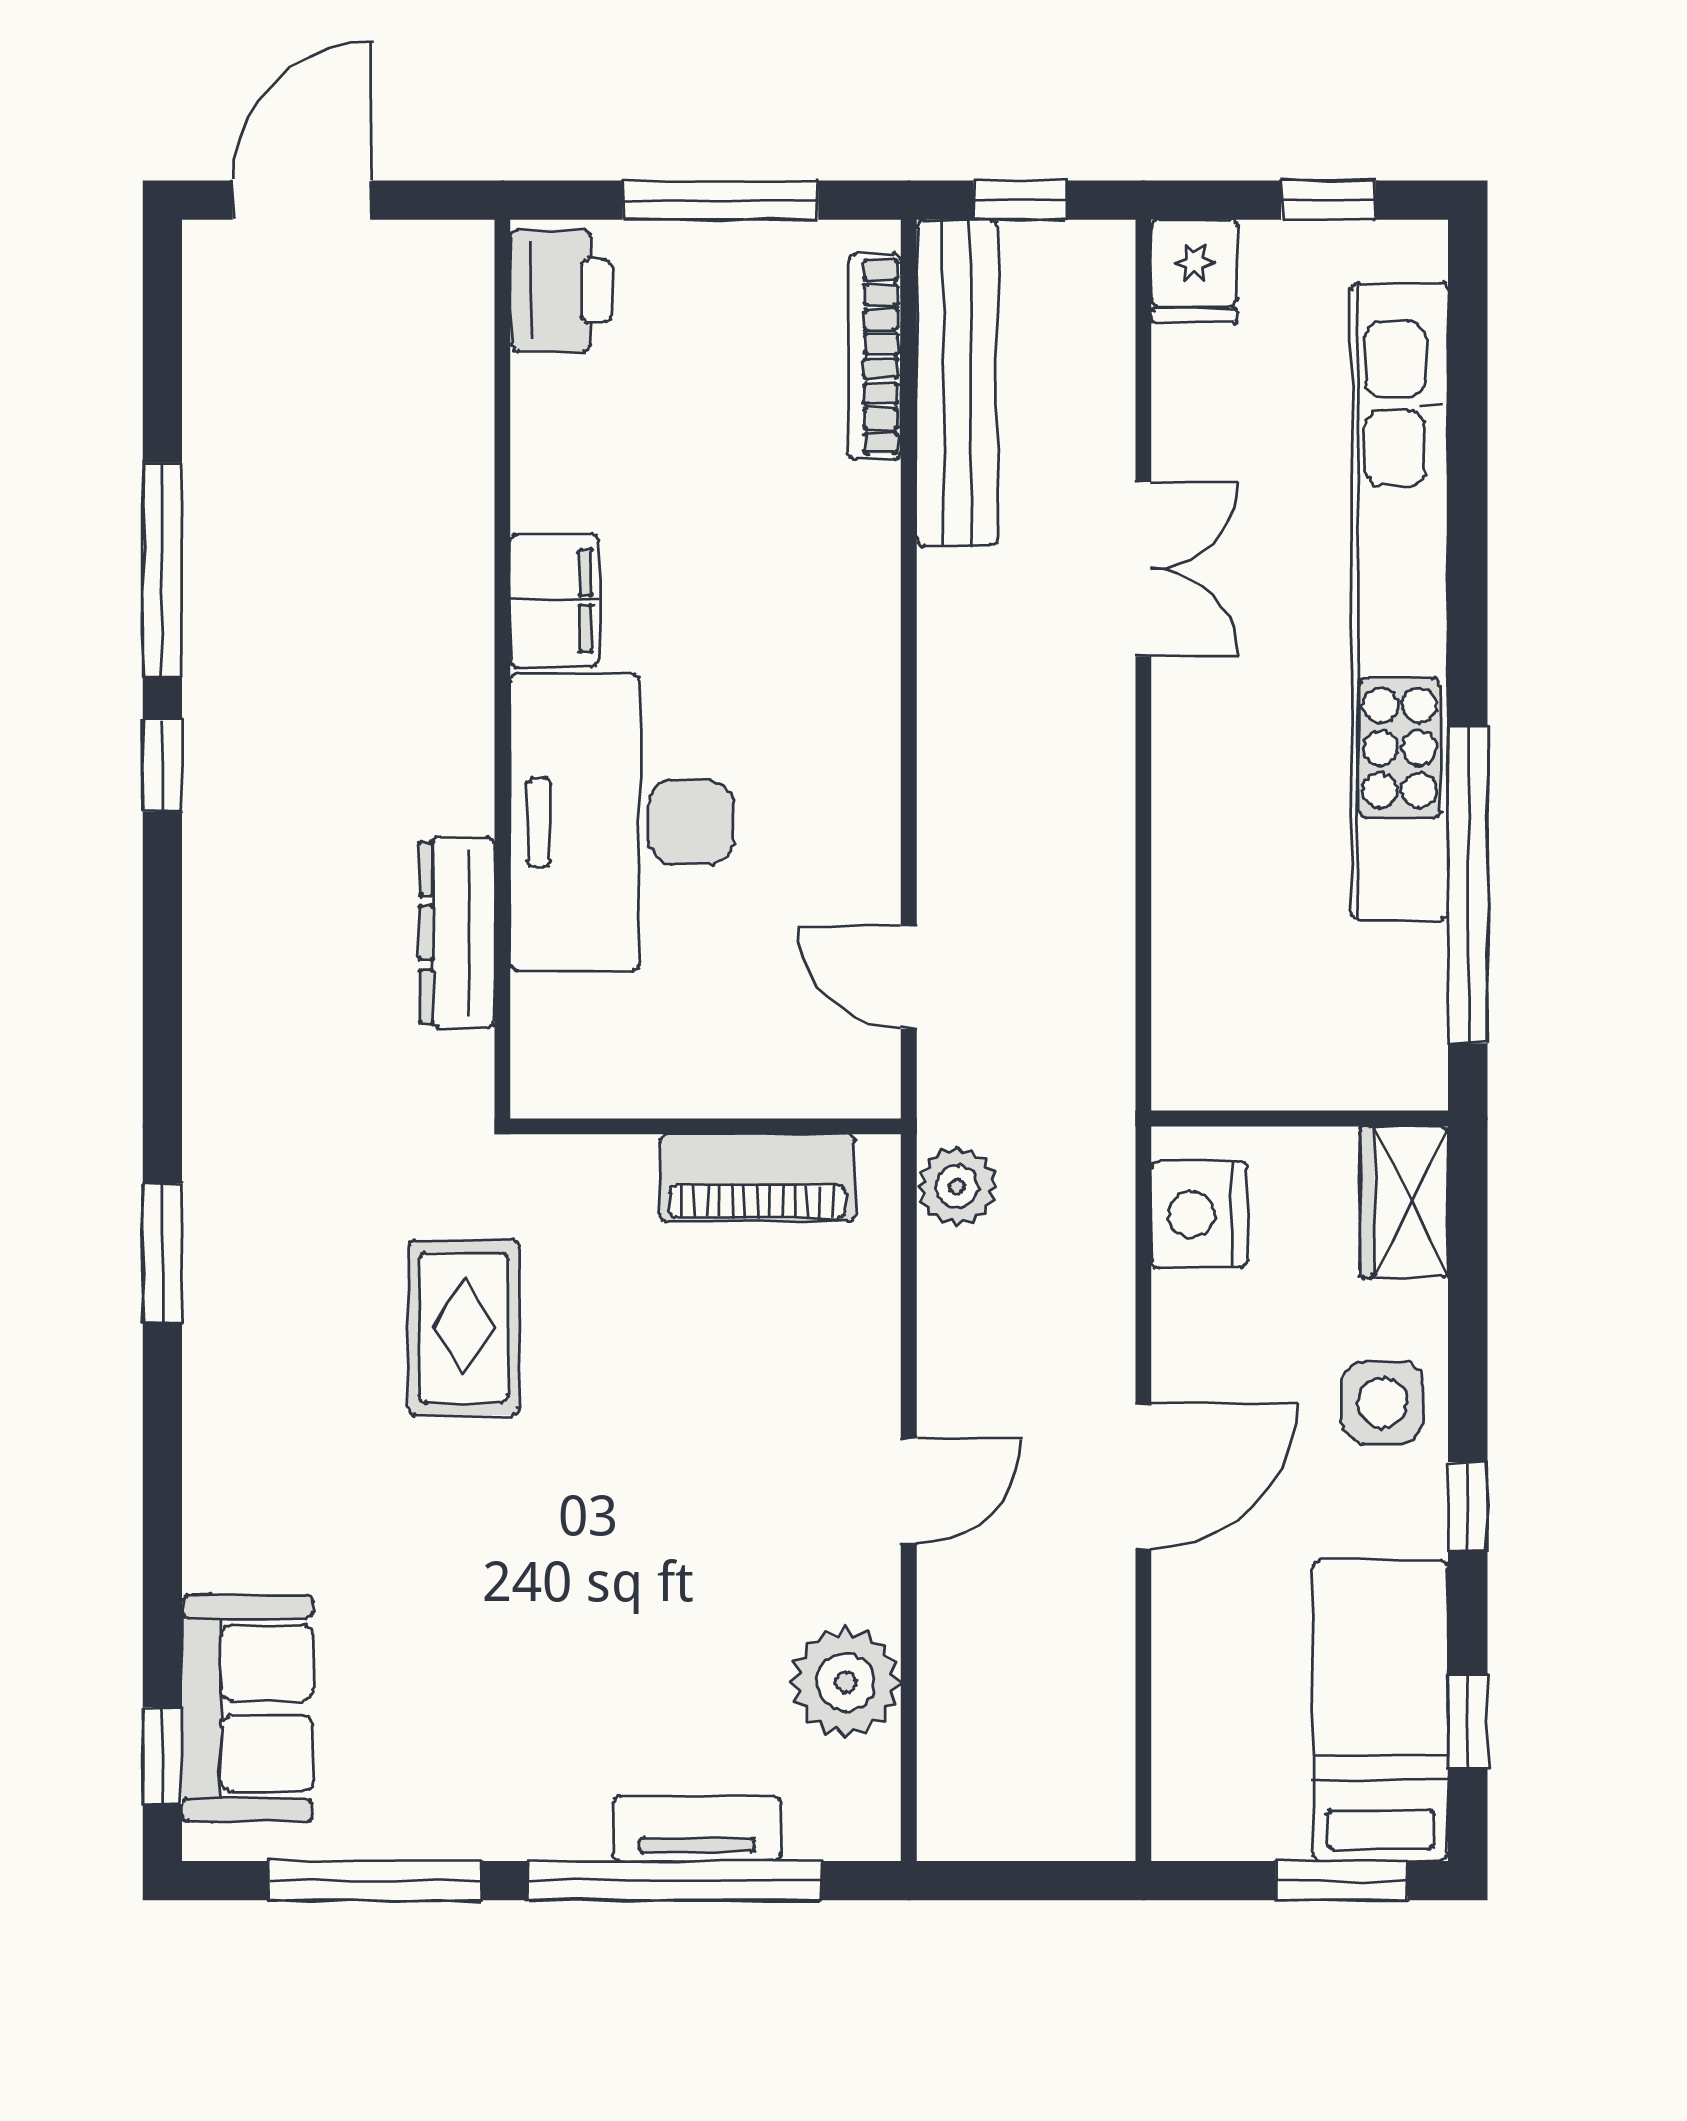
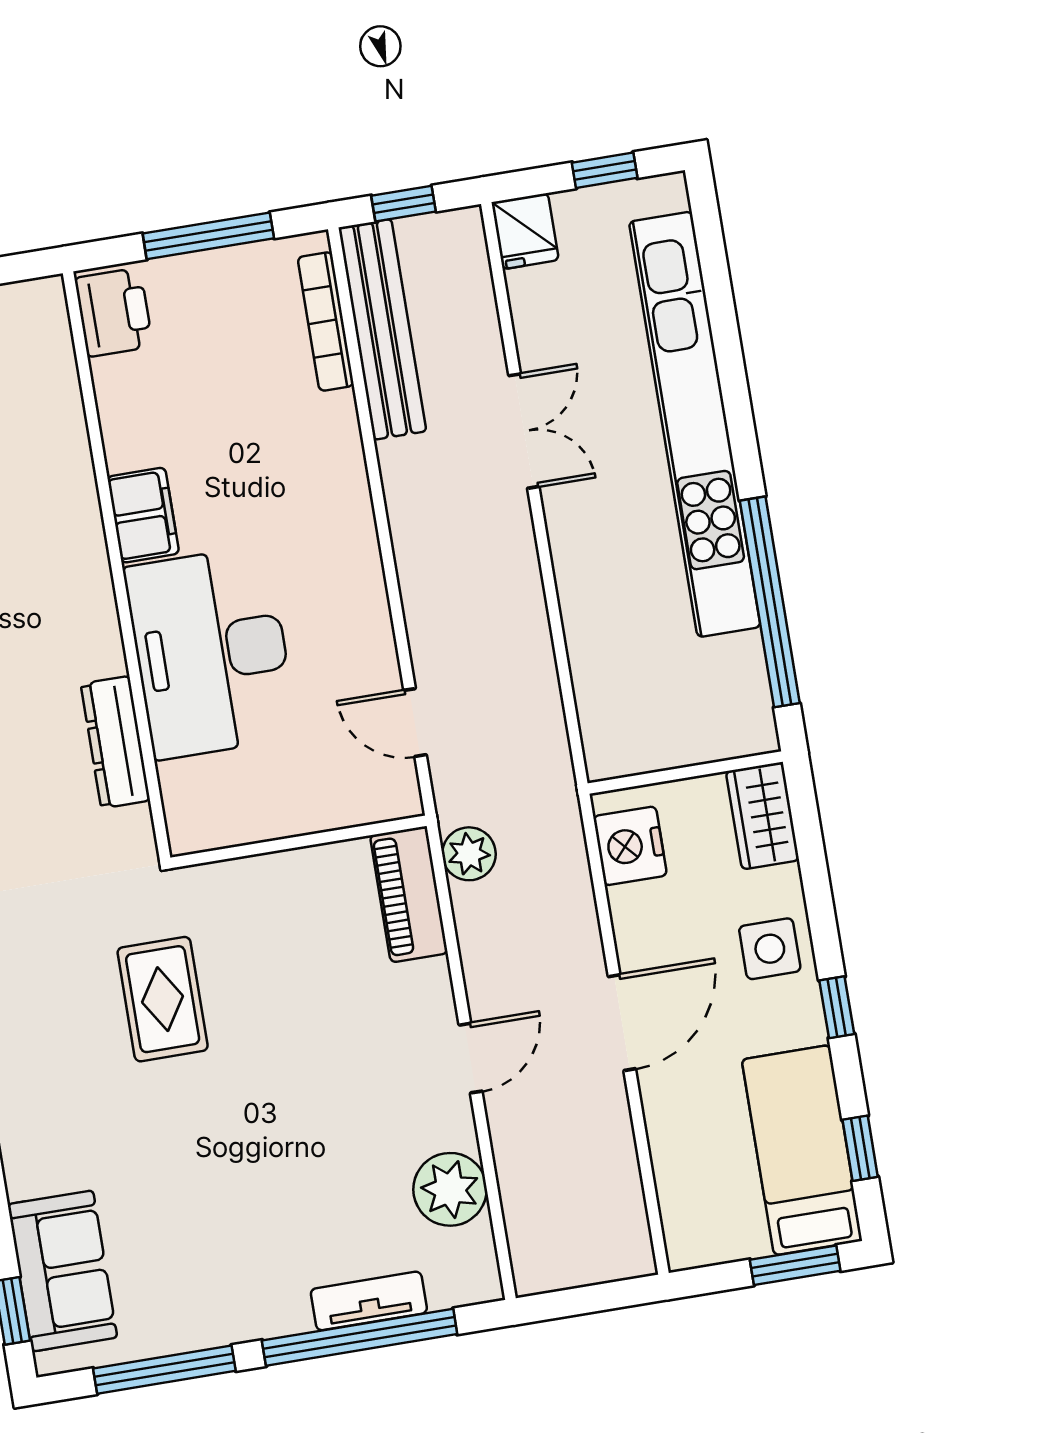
piano: (757, 1178) -> (409, 894), moved, turned 90

